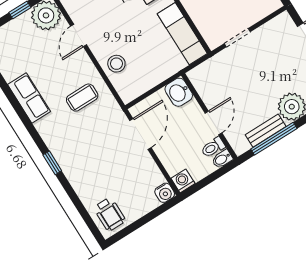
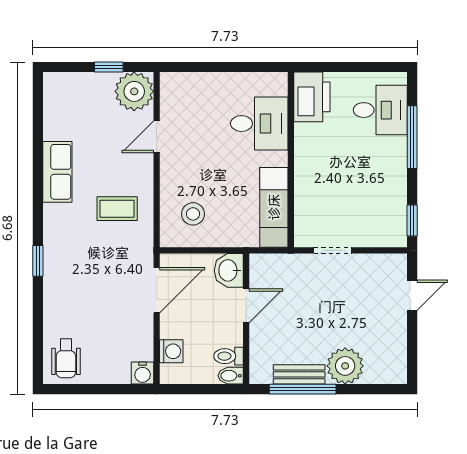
stool: (116, 64) -> (193, 214), moved
door: (214, 123) -> (246, 306), moved
washing machine: (183, 181) -> (171, 351), moved, turned 90

